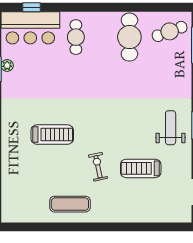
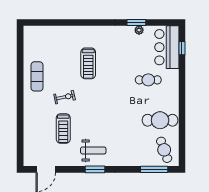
cafe table: (76, 37) -> (148, 80), moved
treadmill: (141, 168) -> (63, 129), turned 180

